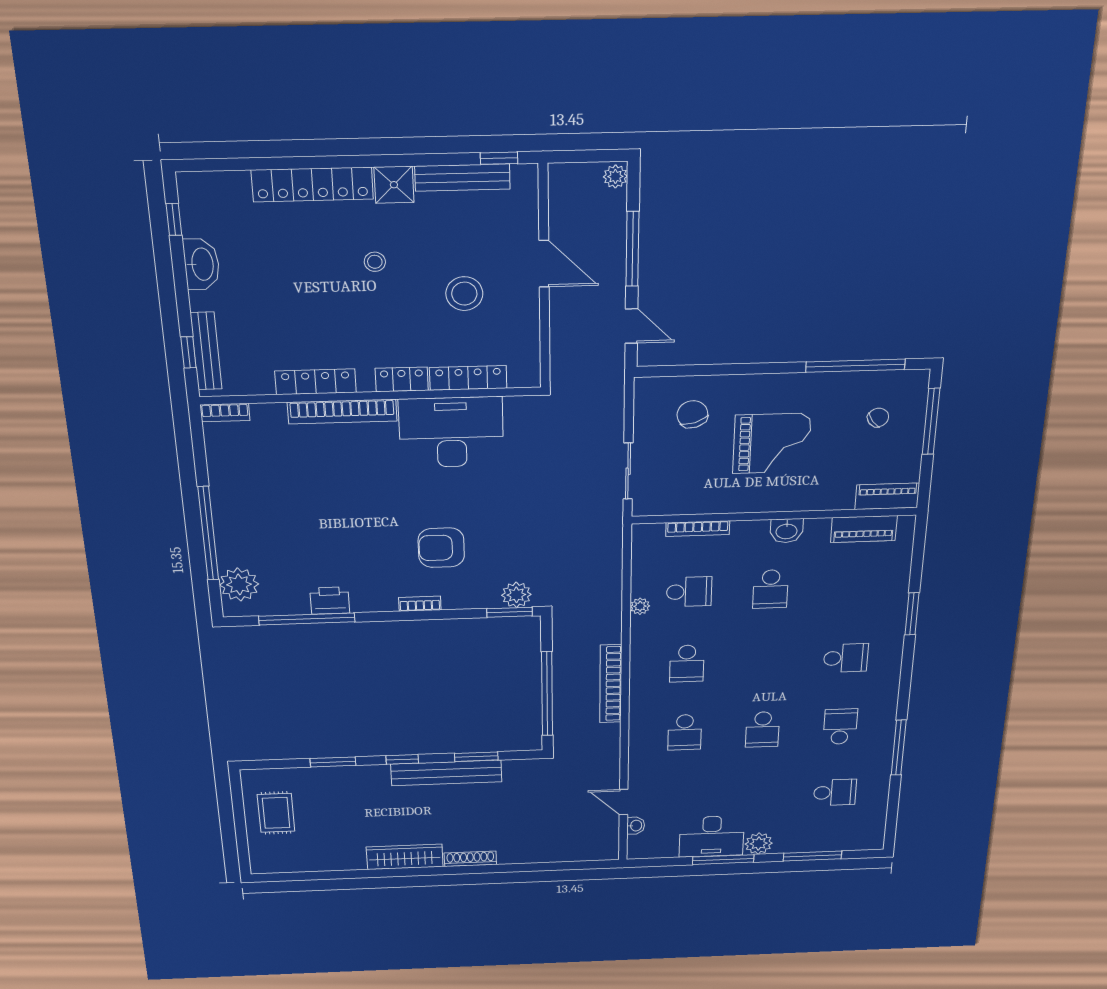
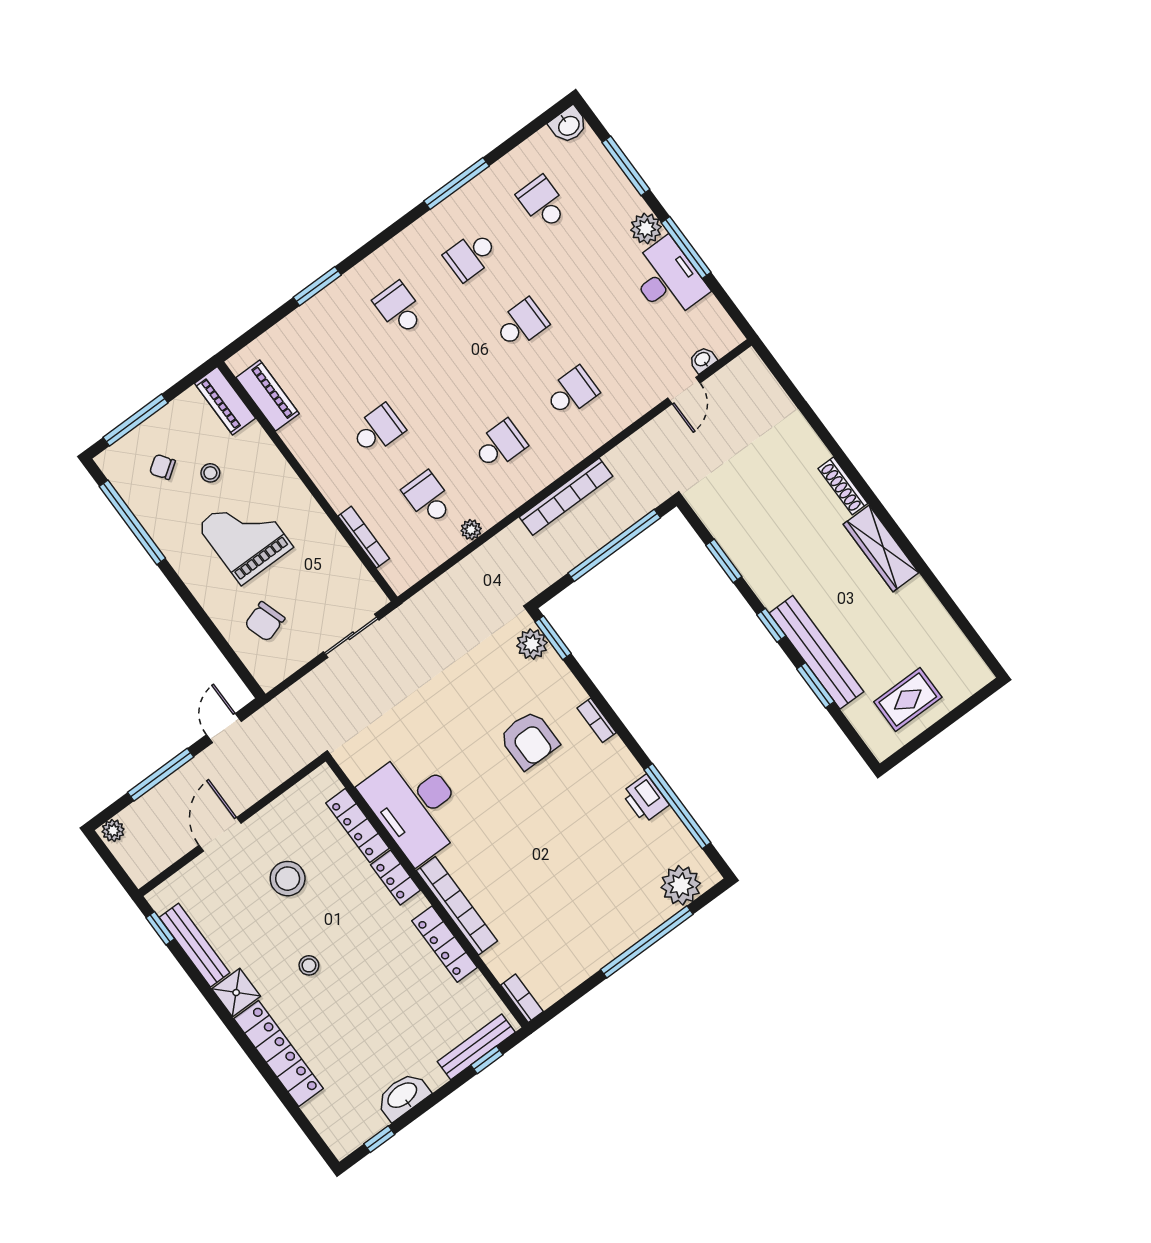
stool: (842, 450) -> (210, 473), added
washbasin: (787, 531) -> (568, 125), moved, turned 90
bench: (446, 773) -> (816, 652), moved

